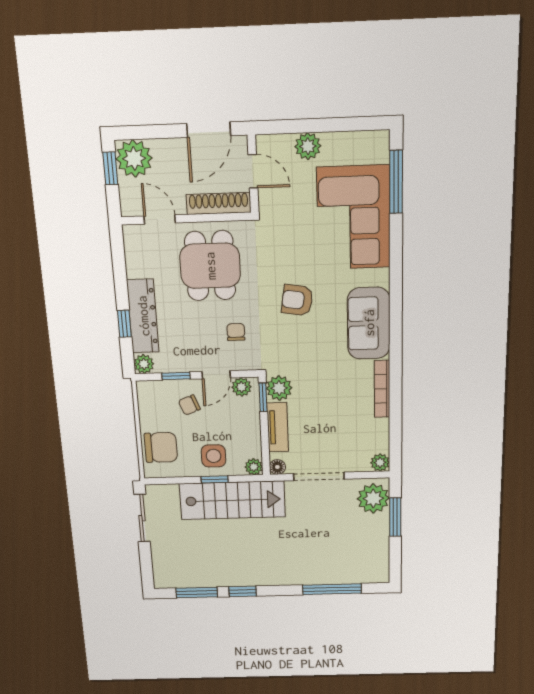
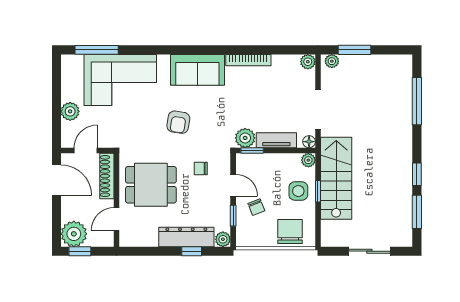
plant: (241, 387) -> (243, 166), removed
plant: (373, 498) -> (332, 61), width x0.53, depth x0.53
sliding door: (142, 518) -> (369, 251), moved

